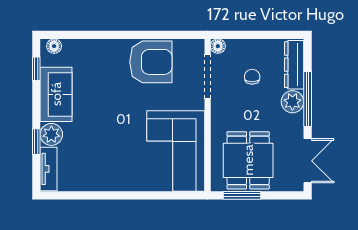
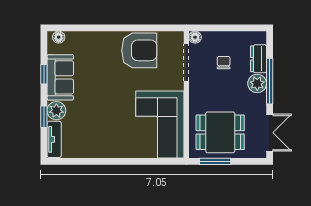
dresser: (294, 65) -> (258, 59), width x0.70
window: (36, 69) -> (44, 74), moved
dining table: (248, 160) -> (220, 132), turned 90

